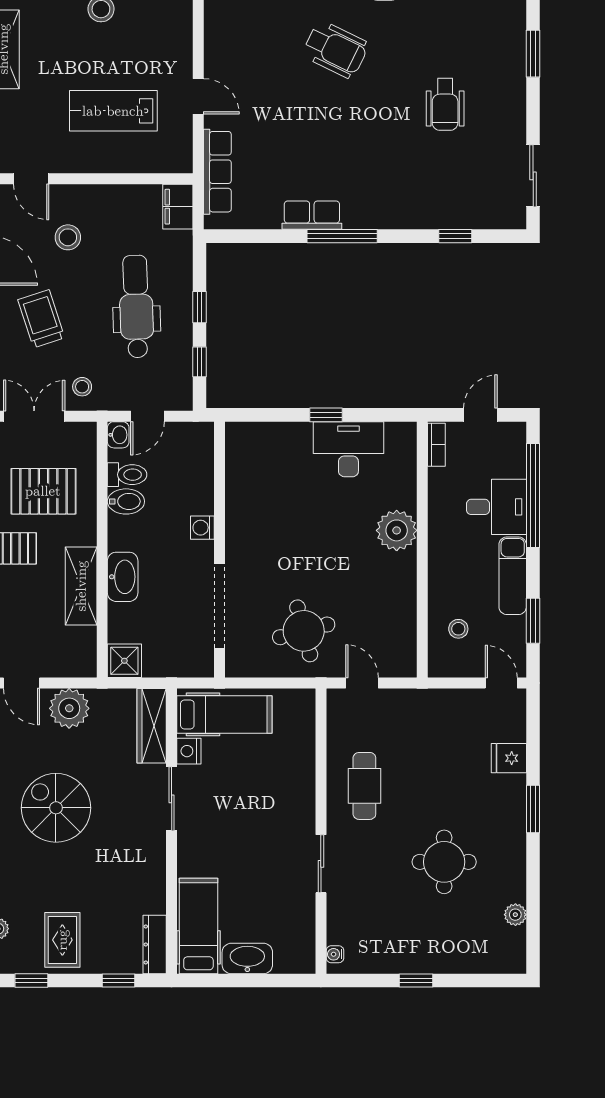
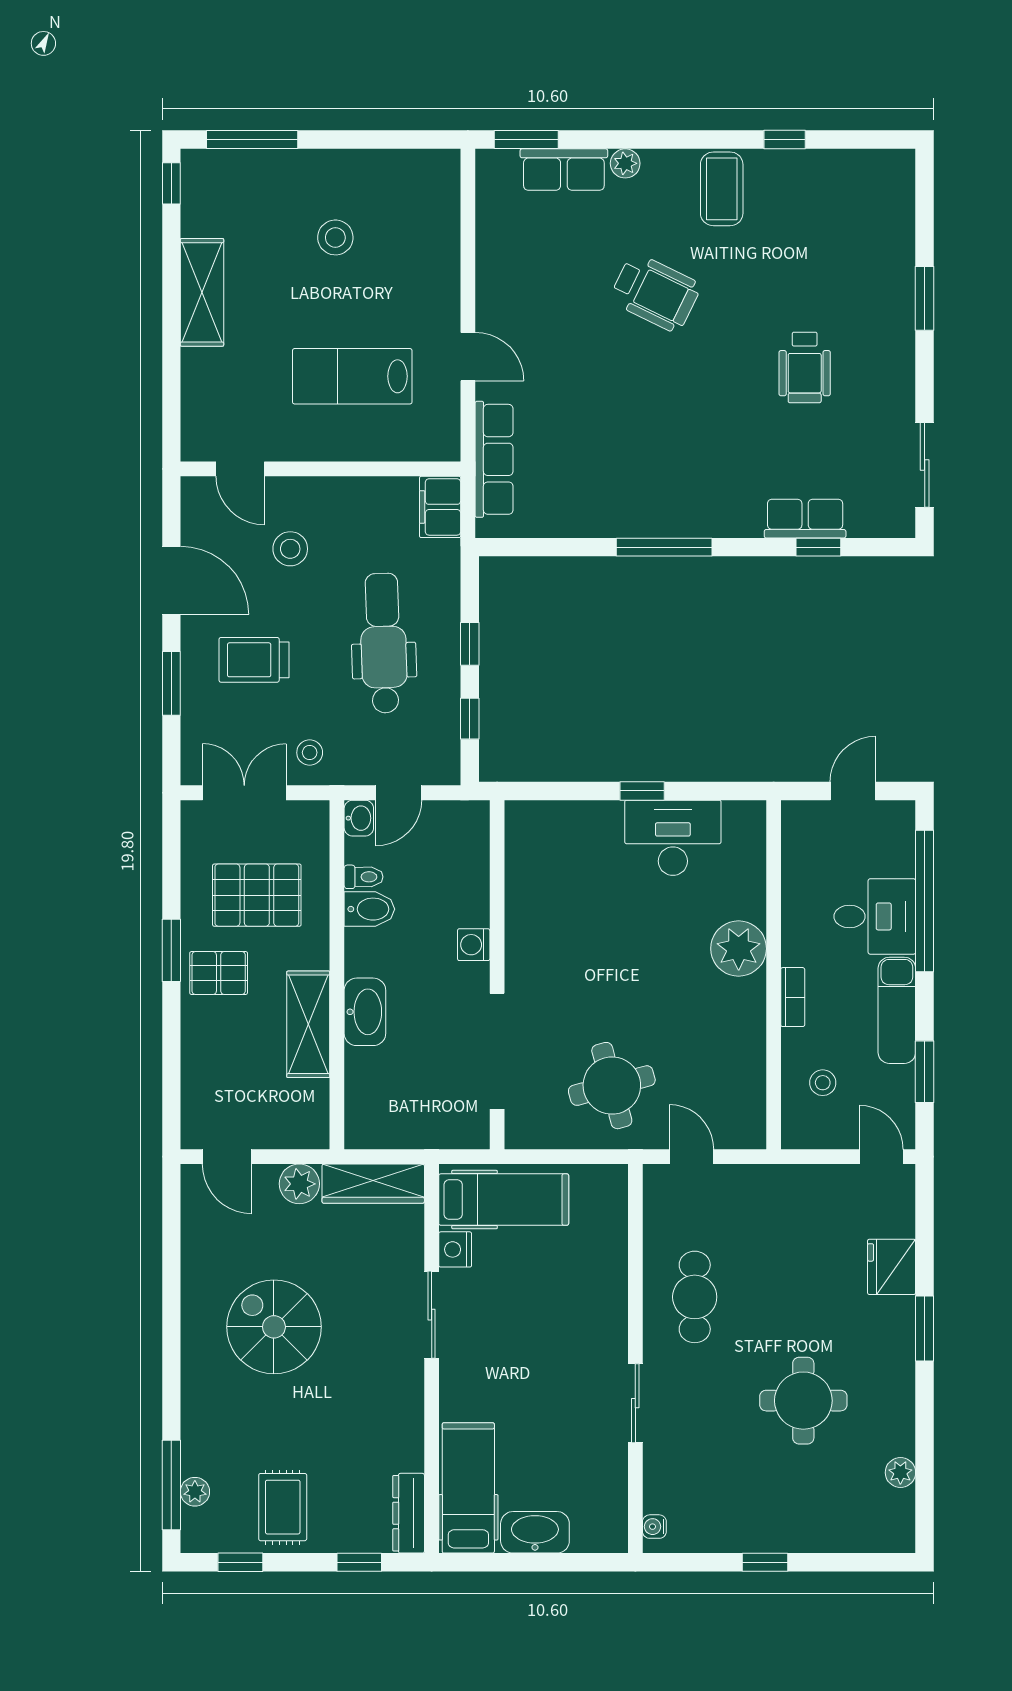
row of seats: (312, 215) -> (805, 519), moved
trolley: (41, 319) -> (254, 660), turned -72
bookcase: (436, 445) -> (793, 997), moved
toilet: (127, 475) -> (364, 877), width x0.73, depth x0.72
shower: (124, 661) -> (367, 1126), removed
plant: (69, 708) -> (299, 1184), width x0.73, depth x0.73
wardrobe: (152, 726) -> (373, 1184), moved, turned -90
fridge: (509, 758) -> (892, 1267), width x1.38

